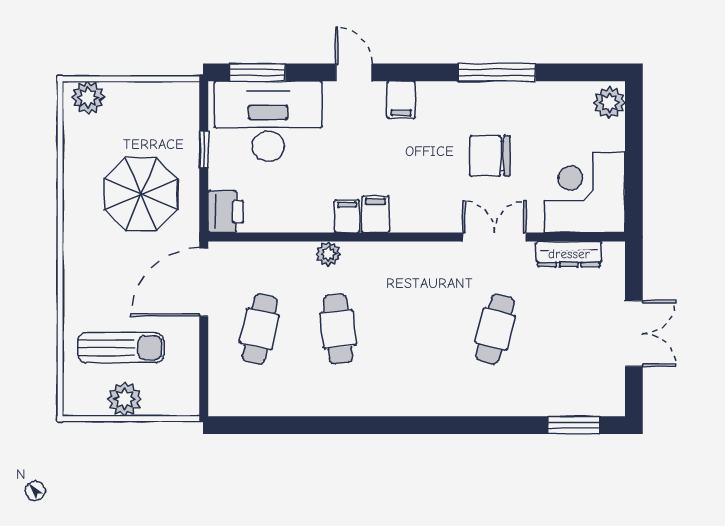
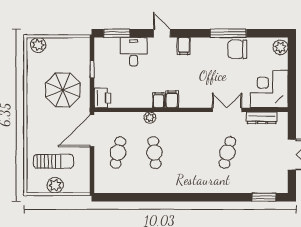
desk: (268, 121) -> (134, 52), width x0.53, depth x0.77
chair: (490, 156) -> (237, 49), moved

